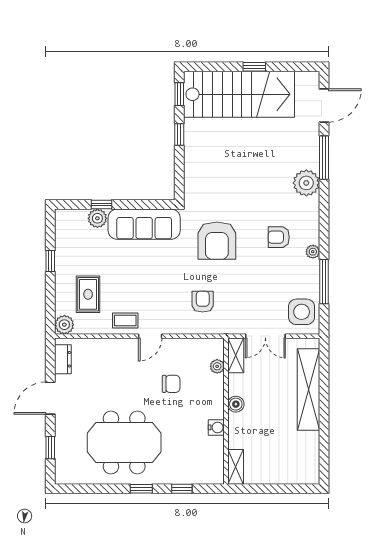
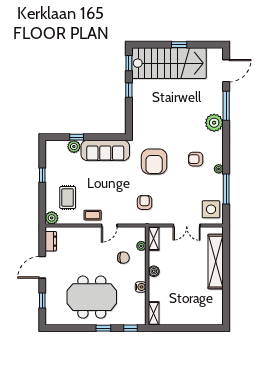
shelving: (236, 355) -> (154, 238), moved
plant: (217, 366) -> (141, 246), moved
boiler: (236, 404) -> (154, 271), moved
wall: (226, 411) -> (147, 276), moved
water cooler: (216, 427) -> (141, 287), moved
shelving: (236, 467) -> (154, 313), moved

